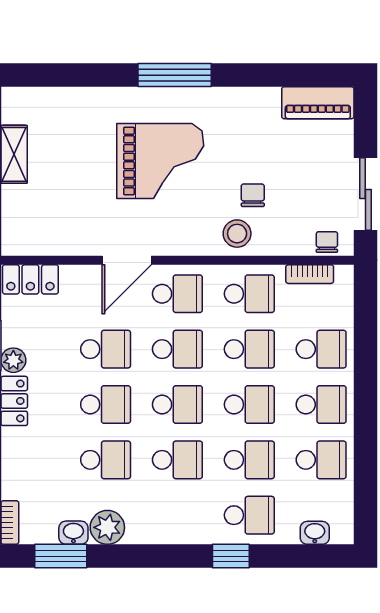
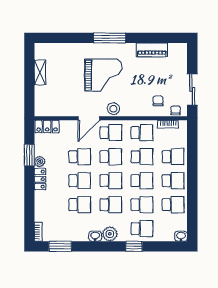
piano: (318, 103) -> (152, 50), moved
chair: (253, 195) -> (158, 101), moved
stool: (237, 234) -> (113, 109), moved
plant: (107, 527) -> (110, 234), moved
washbasin: (73, 533) -> (95, 236), moved
washbasin: (315, 533) -> (181, 236), moved

